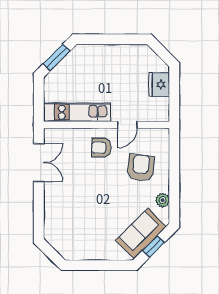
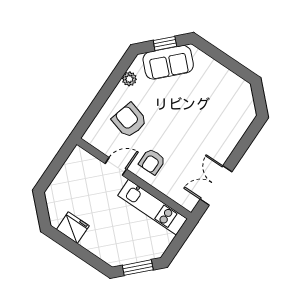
fridge: (159, 85) -> (73, 228), moved, turned -90
armchair: (101, 148) -> (152, 162), turned 90
armchair: (141, 168) -> (129, 120), turned 100

